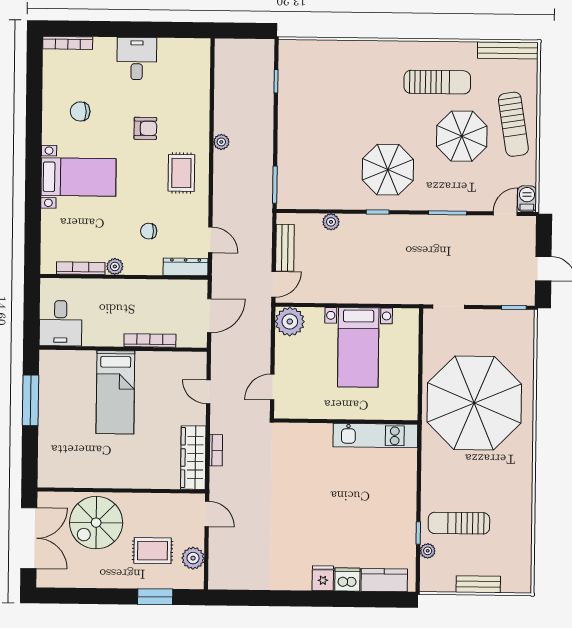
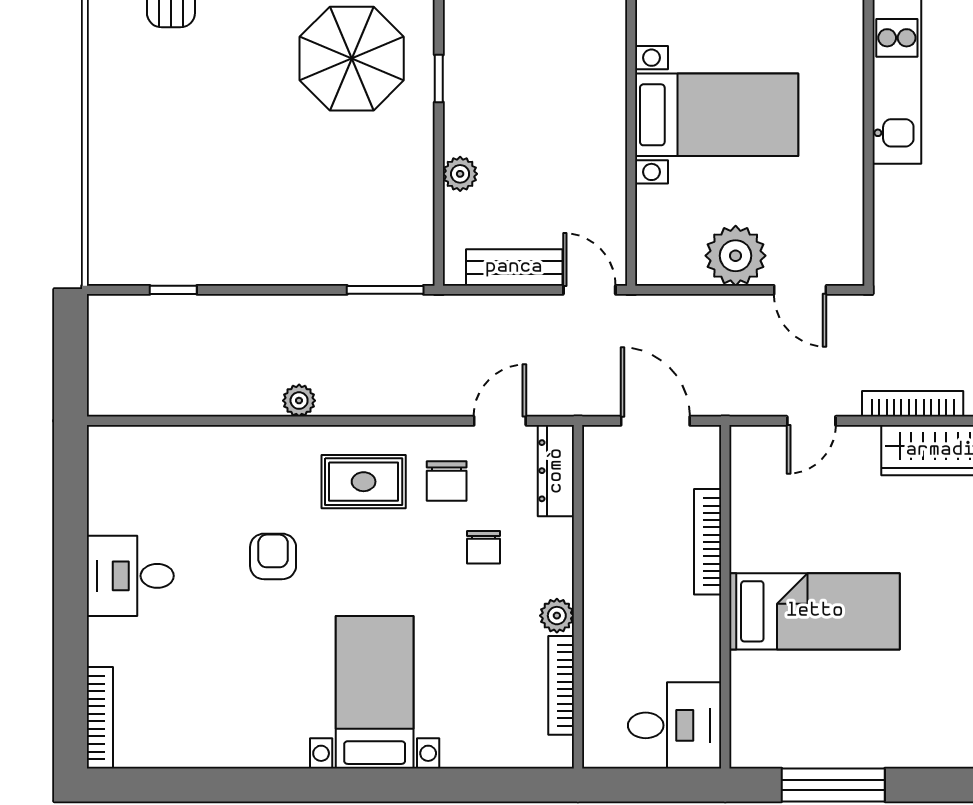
chair: (80, 111) -> (447, 481), moved
plant: (290, 322) -> (736, 256), moved
bookcase: (216, 450) -> (913, 404), width x1.56

